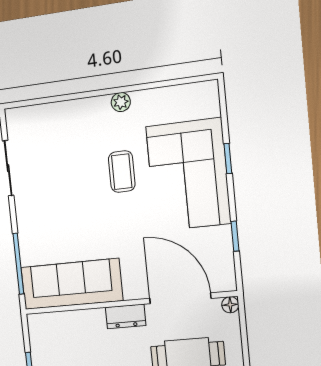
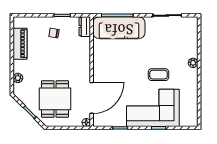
plant: (121, 102) -> (193, 63), moved
sofa: (72, 284) -> (119, 28), moved, turned 90
dresser: (126, 316) -> (85, 27), moved

